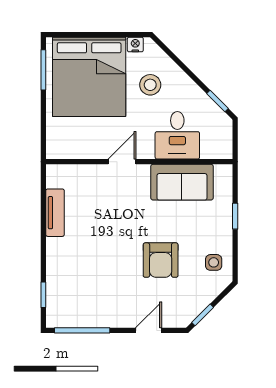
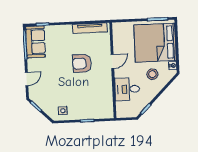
door: (122, 162) -> (112, 62), hinge flipped
sofa: (182, 182) -> (35, 42), moved, turned 180
tv unit: (55, 213) -> (90, 28), width x1.41
armchair: (161, 260) -> (82, 63), moved
door: (149, 330) -> (27, 79), hinge flipped

